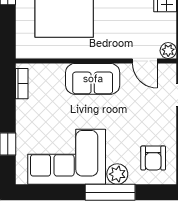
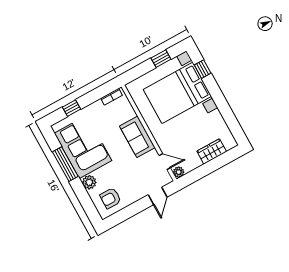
door: (145, 61) -> (165, 162), swing flipped
window: (110, 192) -> (65, 164), moved

